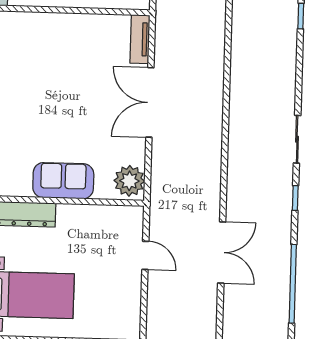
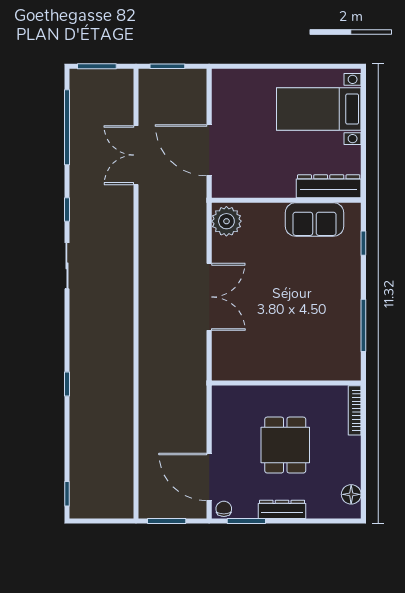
tv unit: (140, 39) -> (220, 357), removed
sofa: (63, 181) -> (314, 219), moved
door: (145, 255) -> (209, 150), width x1.88

